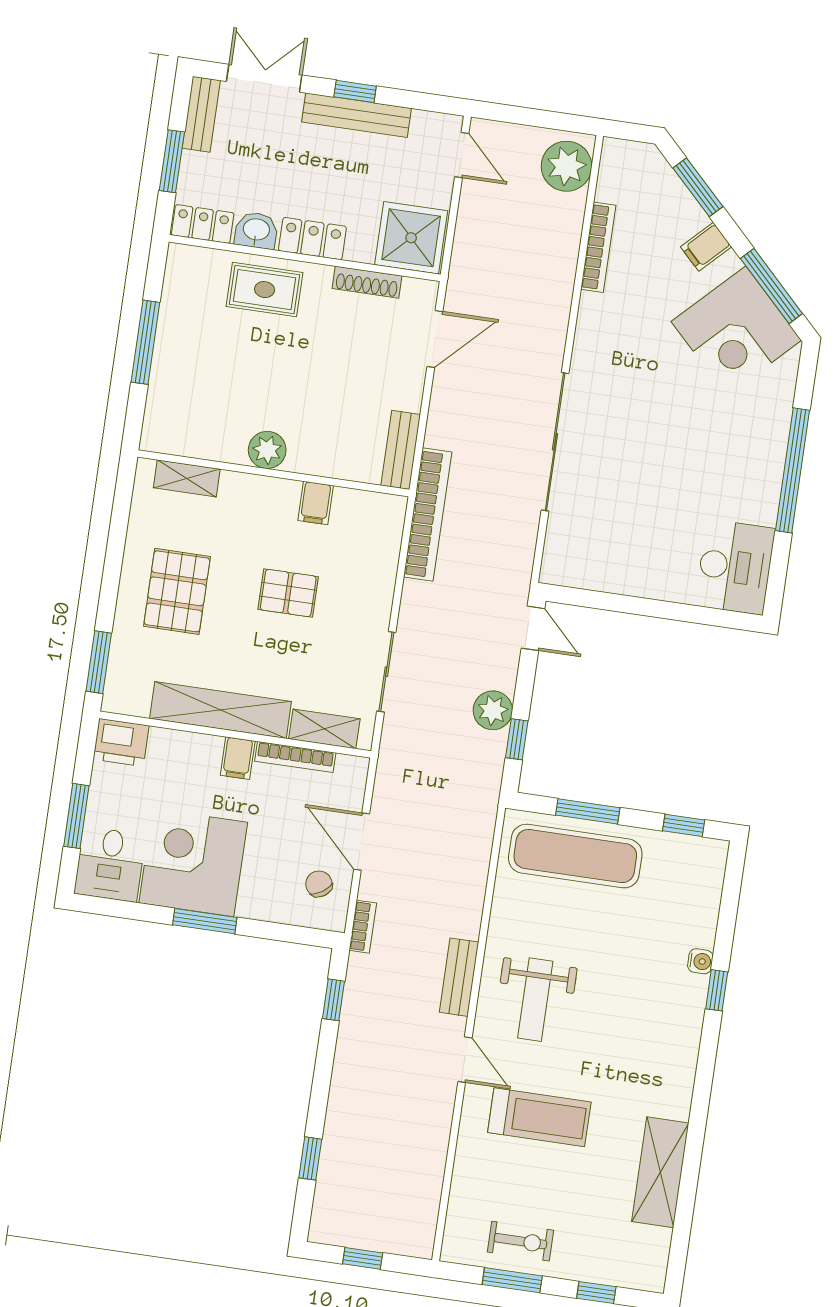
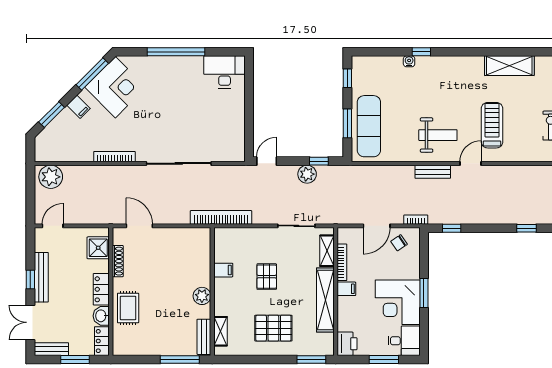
shower: (411, 238) -> (98, 248), width x0.73, depth x0.73
bookcase: (598, 247) -> (114, 157), moved
window: (145, 342) -> (180, 359), moved
bench: (401, 450) -> (204, 337), moved, turned 90

